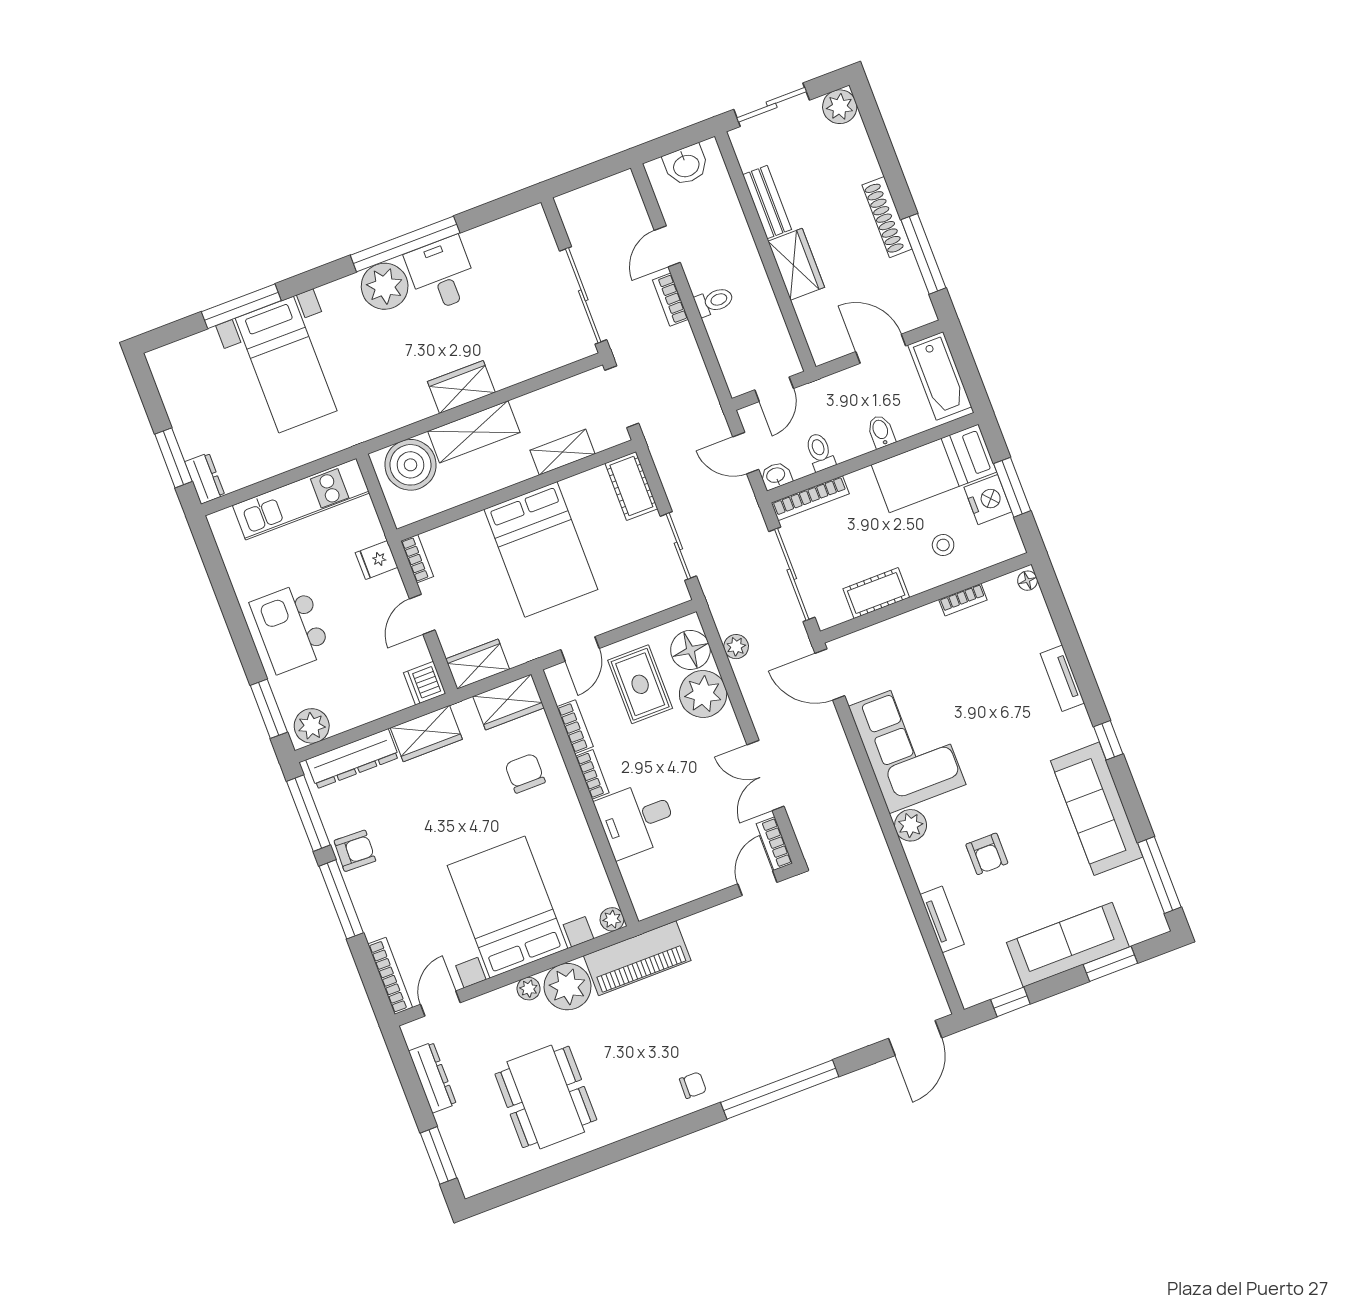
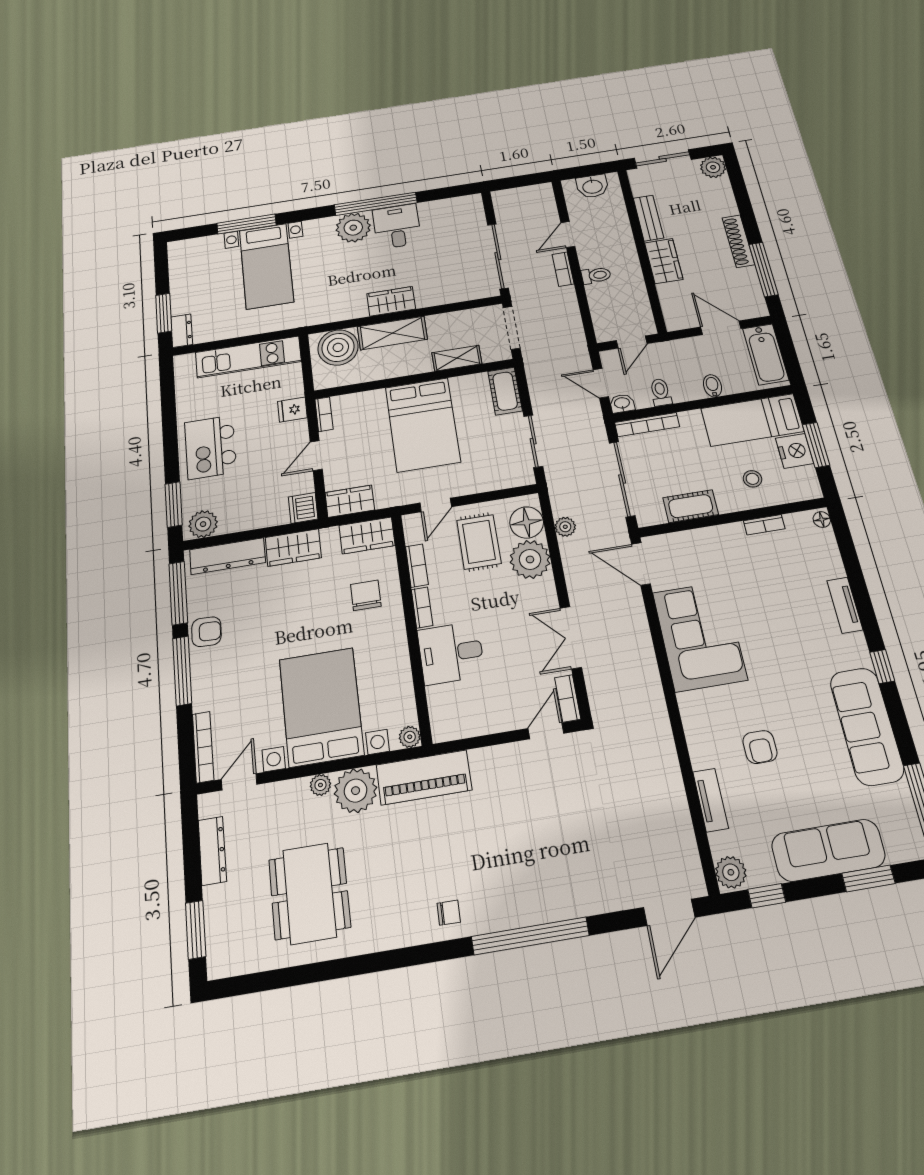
plant: (911, 825) -> (731, 872), moved

